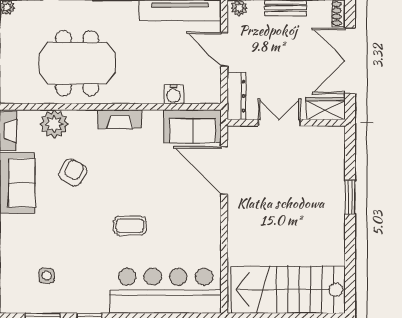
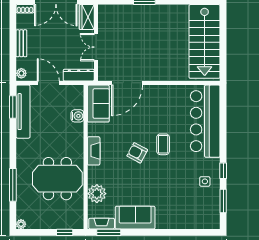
door: (224, 49) -> (48, 83), swing flipped
meeting table: (77, 63) -> (57, 179), turned 90
armchair: (73, 172) -> (137, 153), moved
side table: (47, 275) -> (205, 181), moved

